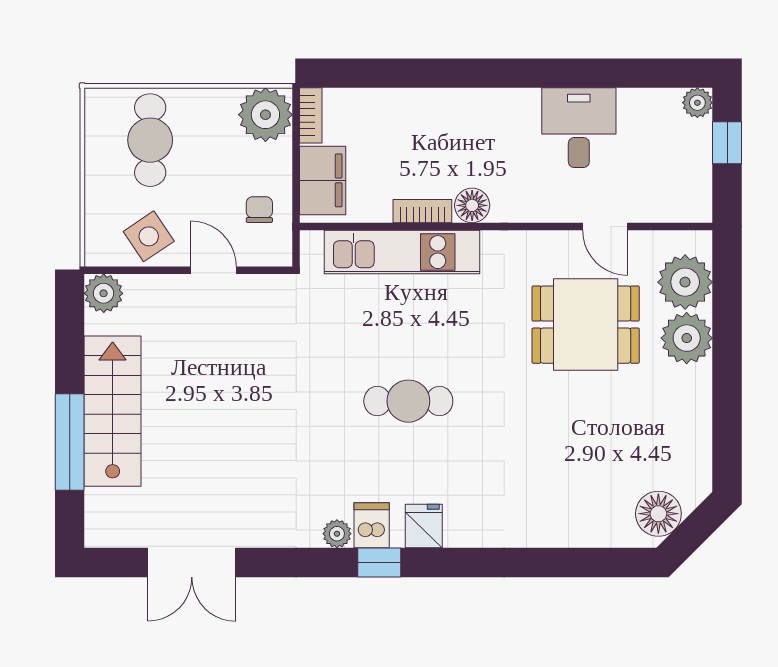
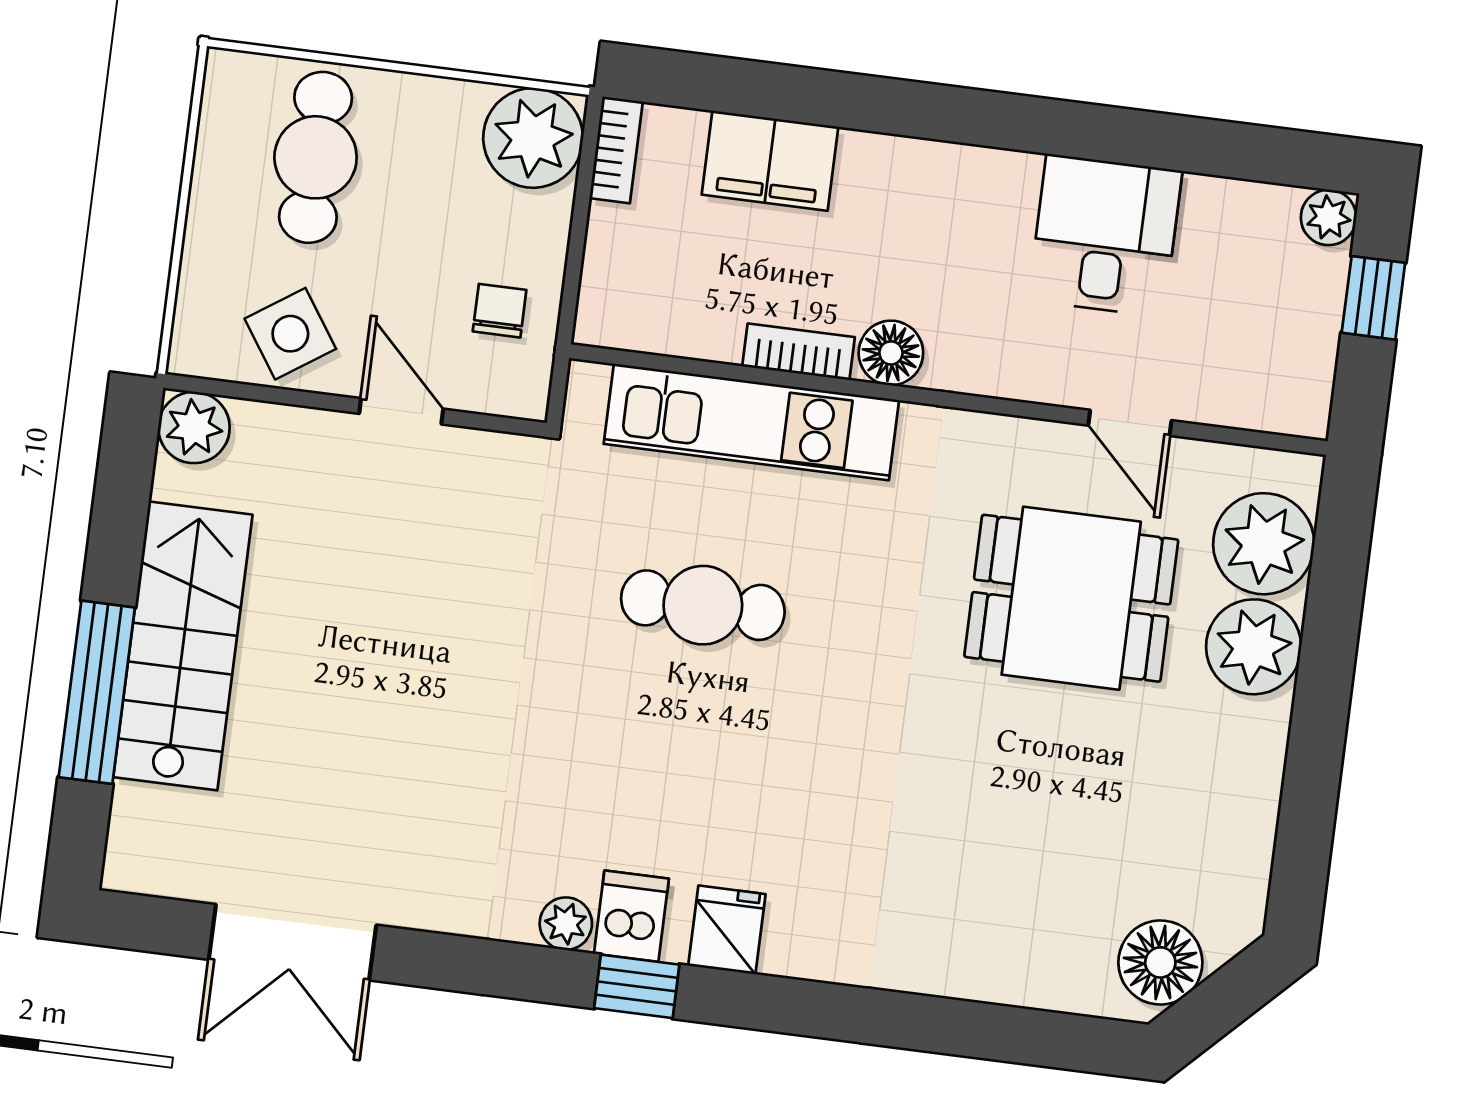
filing cabinet: (323, 180) -> (770, 161), moved, turned 90
cafe table: (408, 401) -> (703, 605), moved

